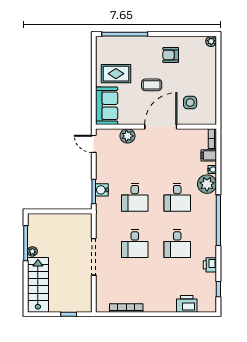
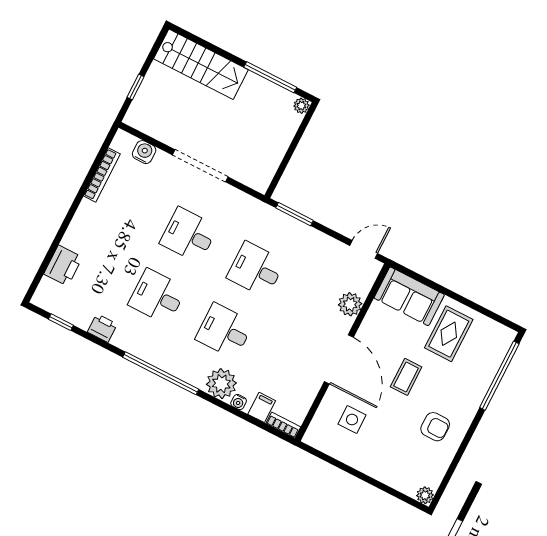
armchair: (171, 55) -> (435, 427), turned 90
water cooler: (102, 190) -> (144, 152), moved
plant: (32, 251) -> (301, 106), moved

